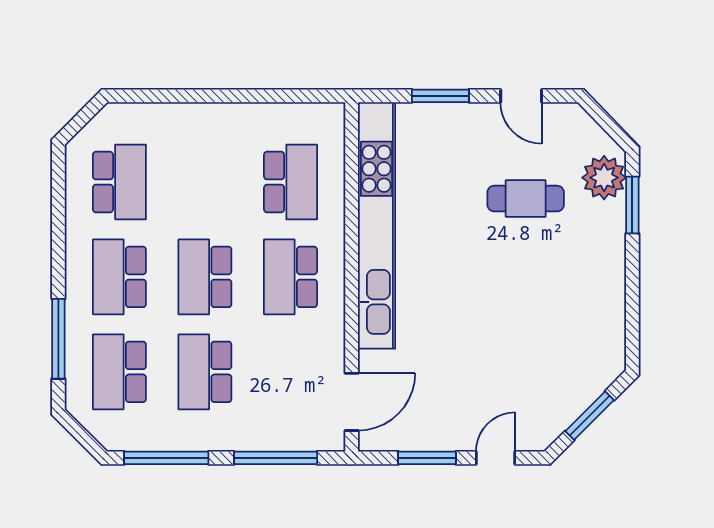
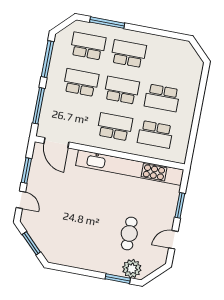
school desk: (119, 182) -> (162, 98), moved

